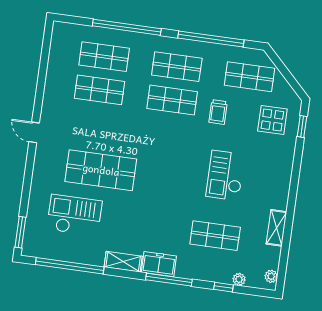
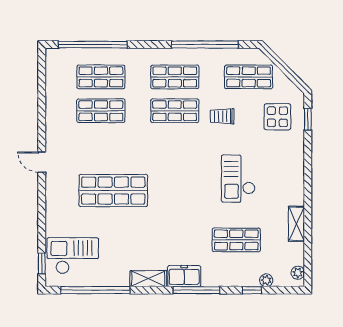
window: (127, 27) -> (93, 45), moved
trolley: (218, 112) -> (222, 116), turned 90
checkout: (74, 215) -> (73, 256), moved
window: (20, 232) -> (42, 263), width x0.67

